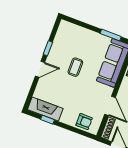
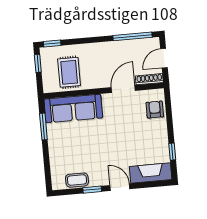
coffee table: (75, 67) -> (77, 180), moved
fireplace: (45, 109) -> (151, 173), moved, turned 90

